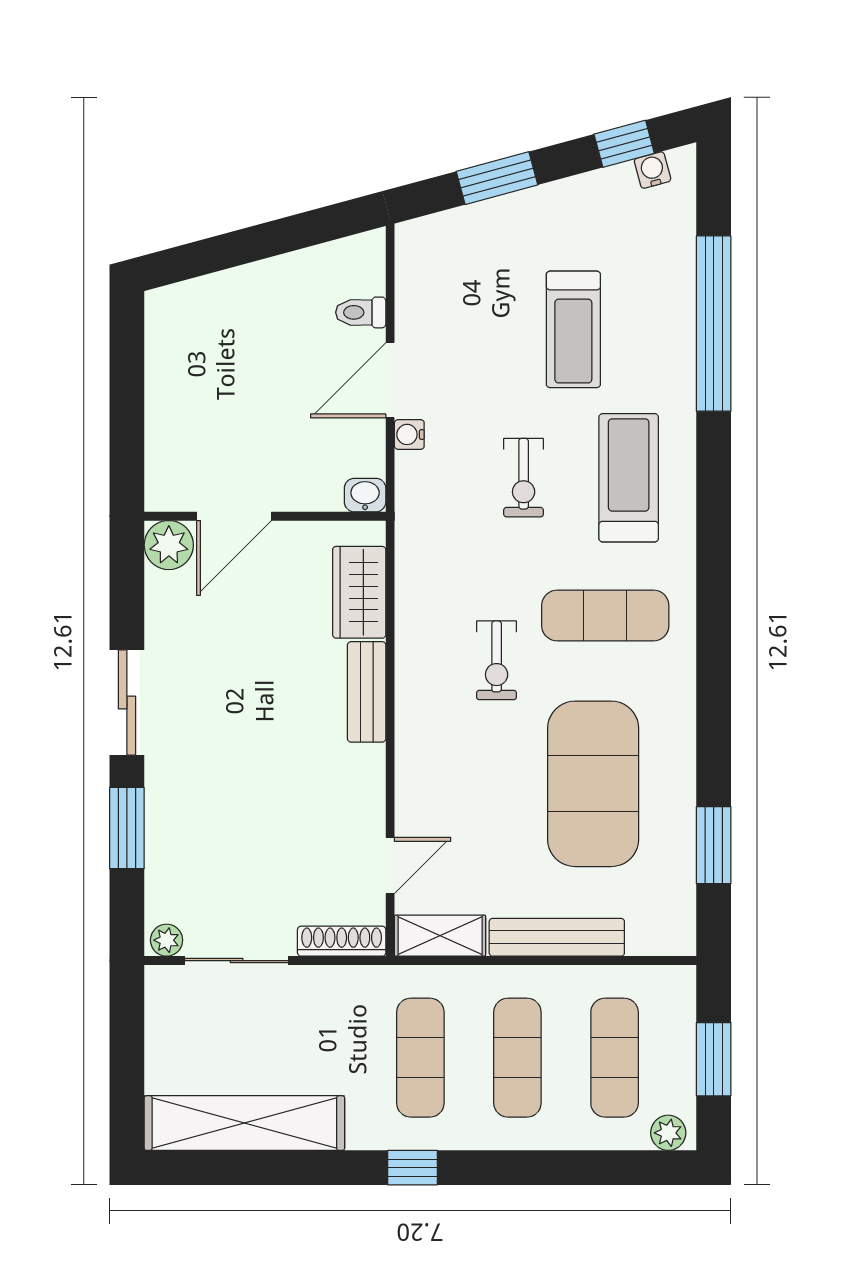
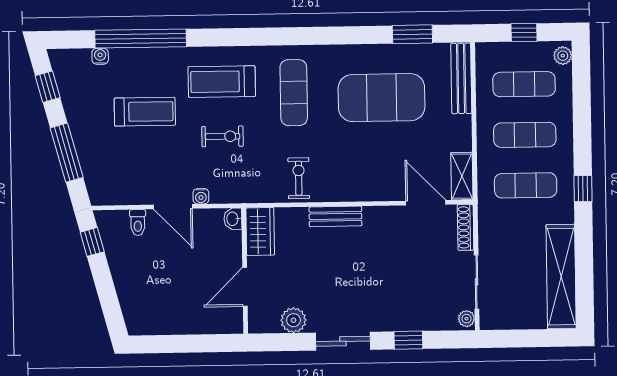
water cooler: (653, 170) -> (100, 56), moved, turned 105
window: (497, 178) -> (67, 153), width x1.44
window: (325, 224) -> (92, 242), added
door: (234, 516) -> (245, 287), swing flipped
plant: (169, 545) -> (293, 320), moved
wardrobe: (359, 592) -> (260, 231), moved, turned -90
exercise bike: (497, 660) -> (299, 178), moved, turned -90
window: (127, 828) -> (408, 340), width x0.67
door: (390, 866) -> (426, 203), width x1.38
bench: (557, 937) -> (461, 78), moved
window: (714, 1059) -> (524, 33), width x0.67

